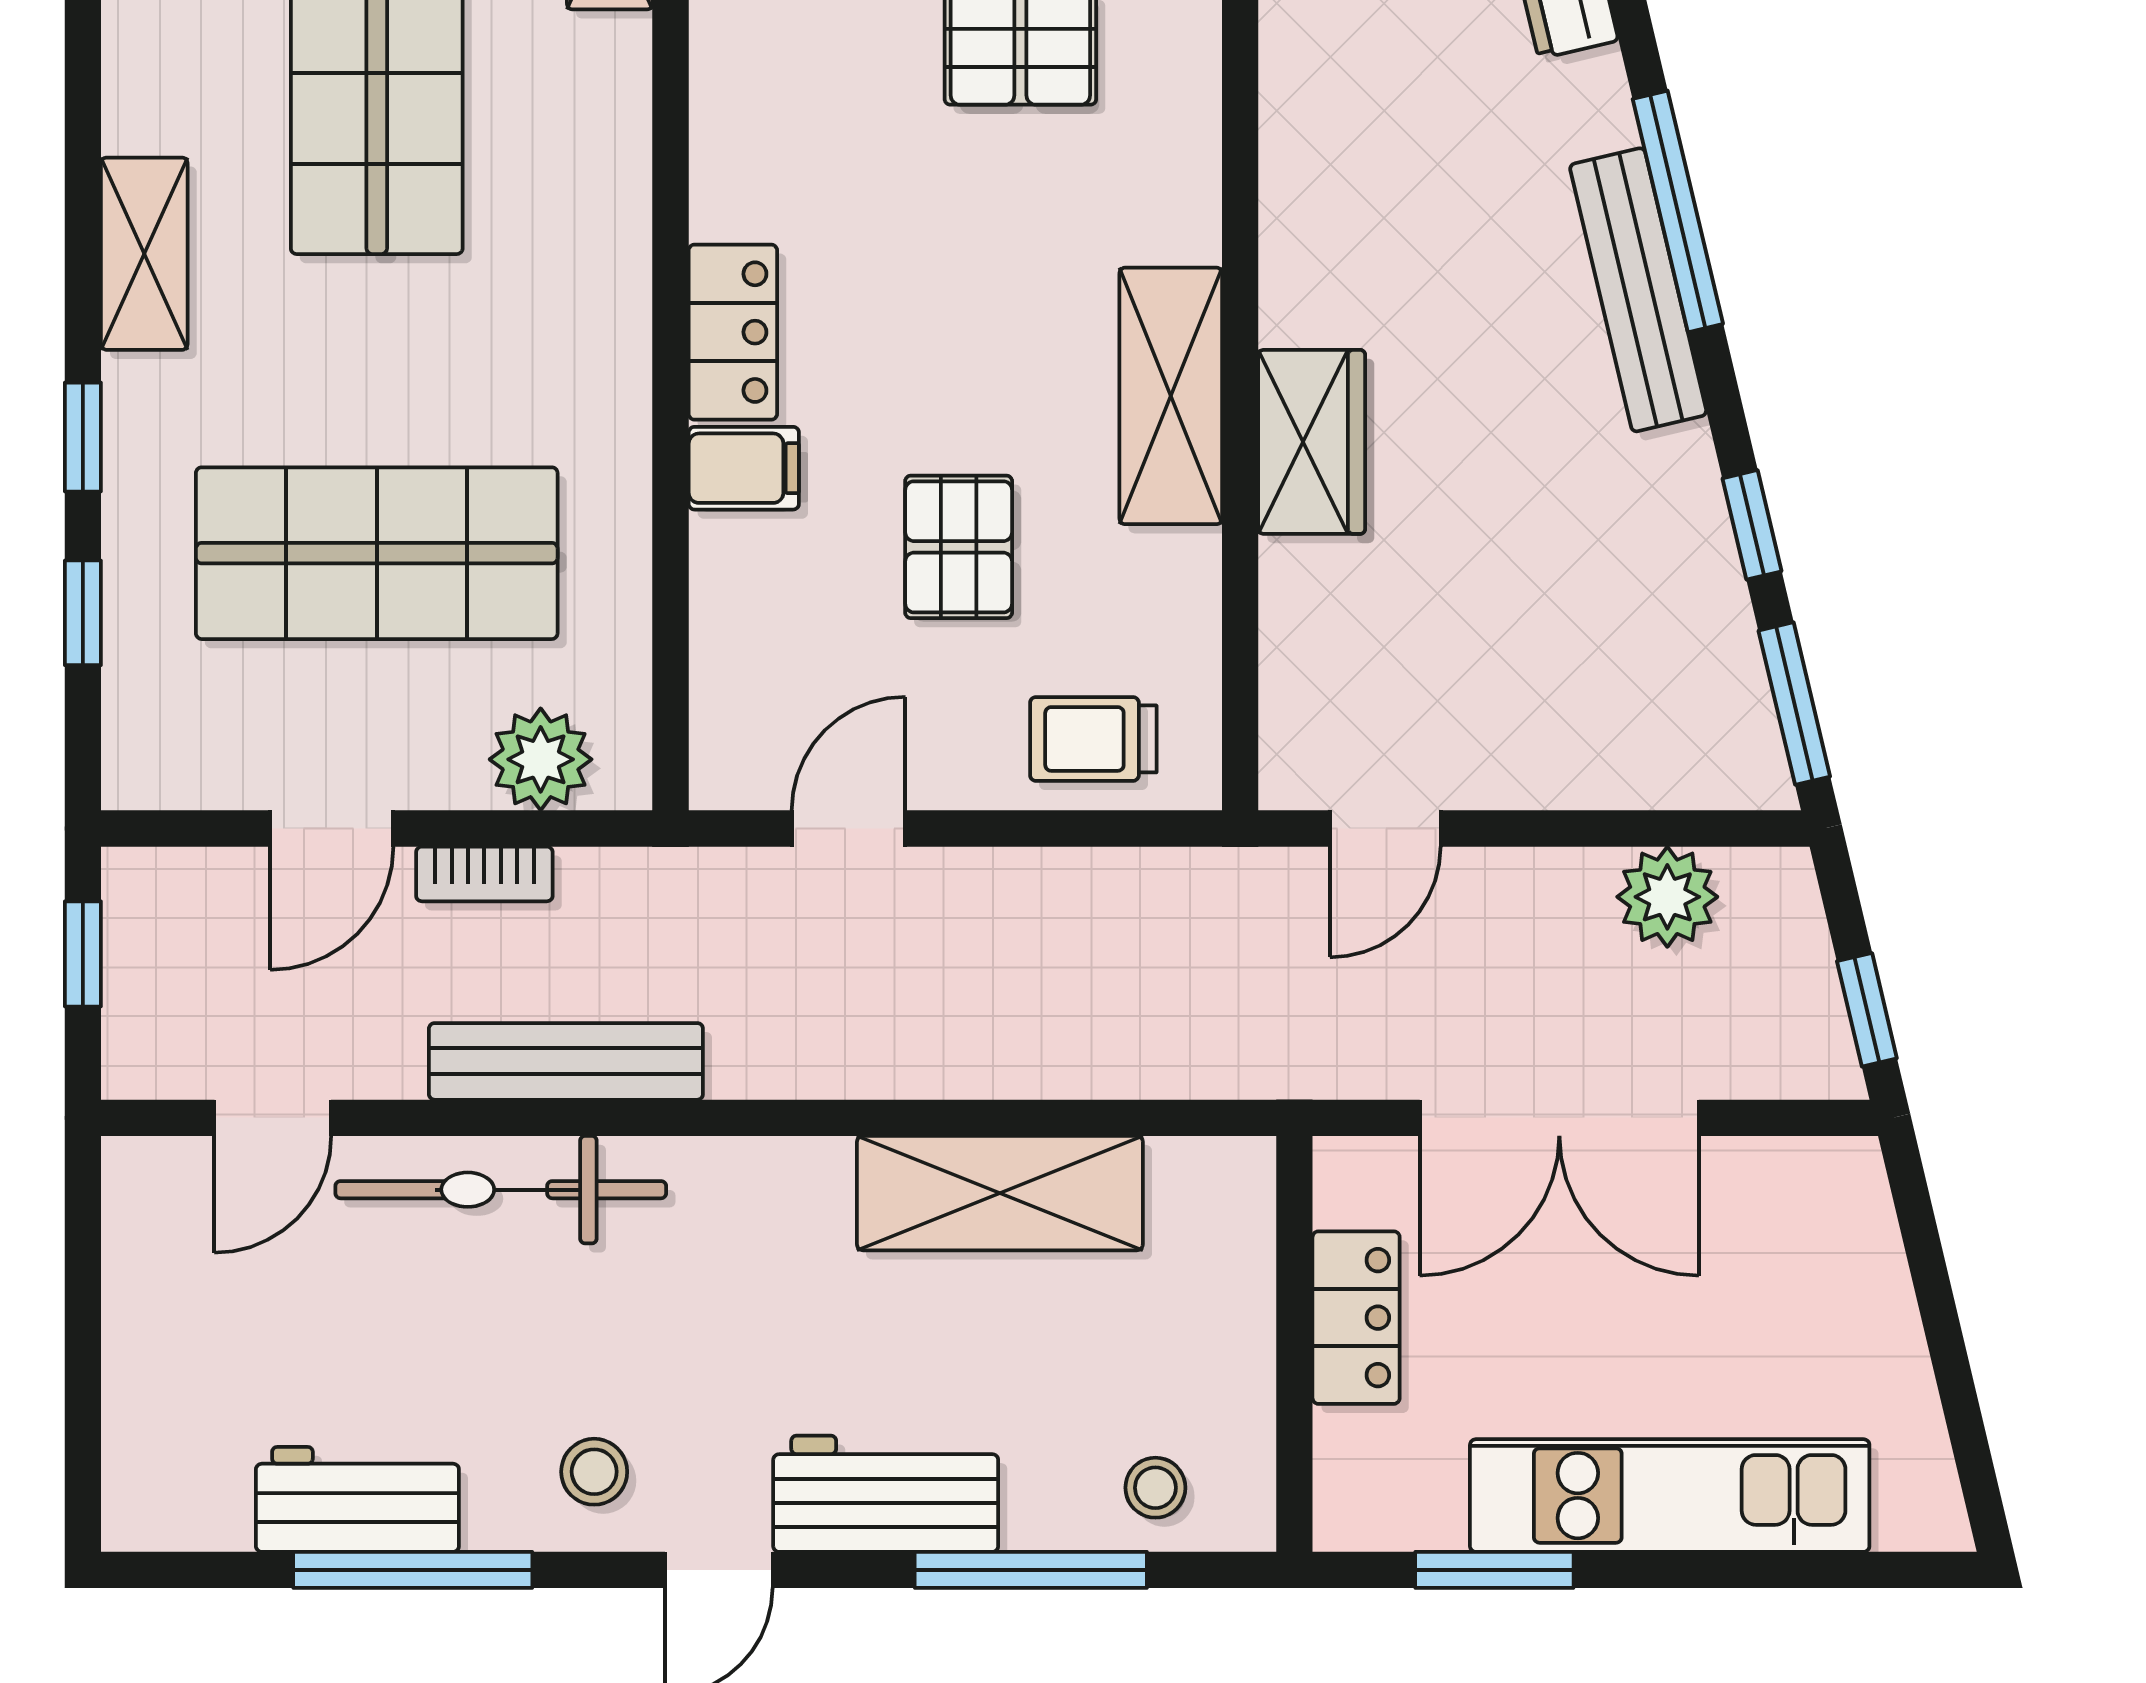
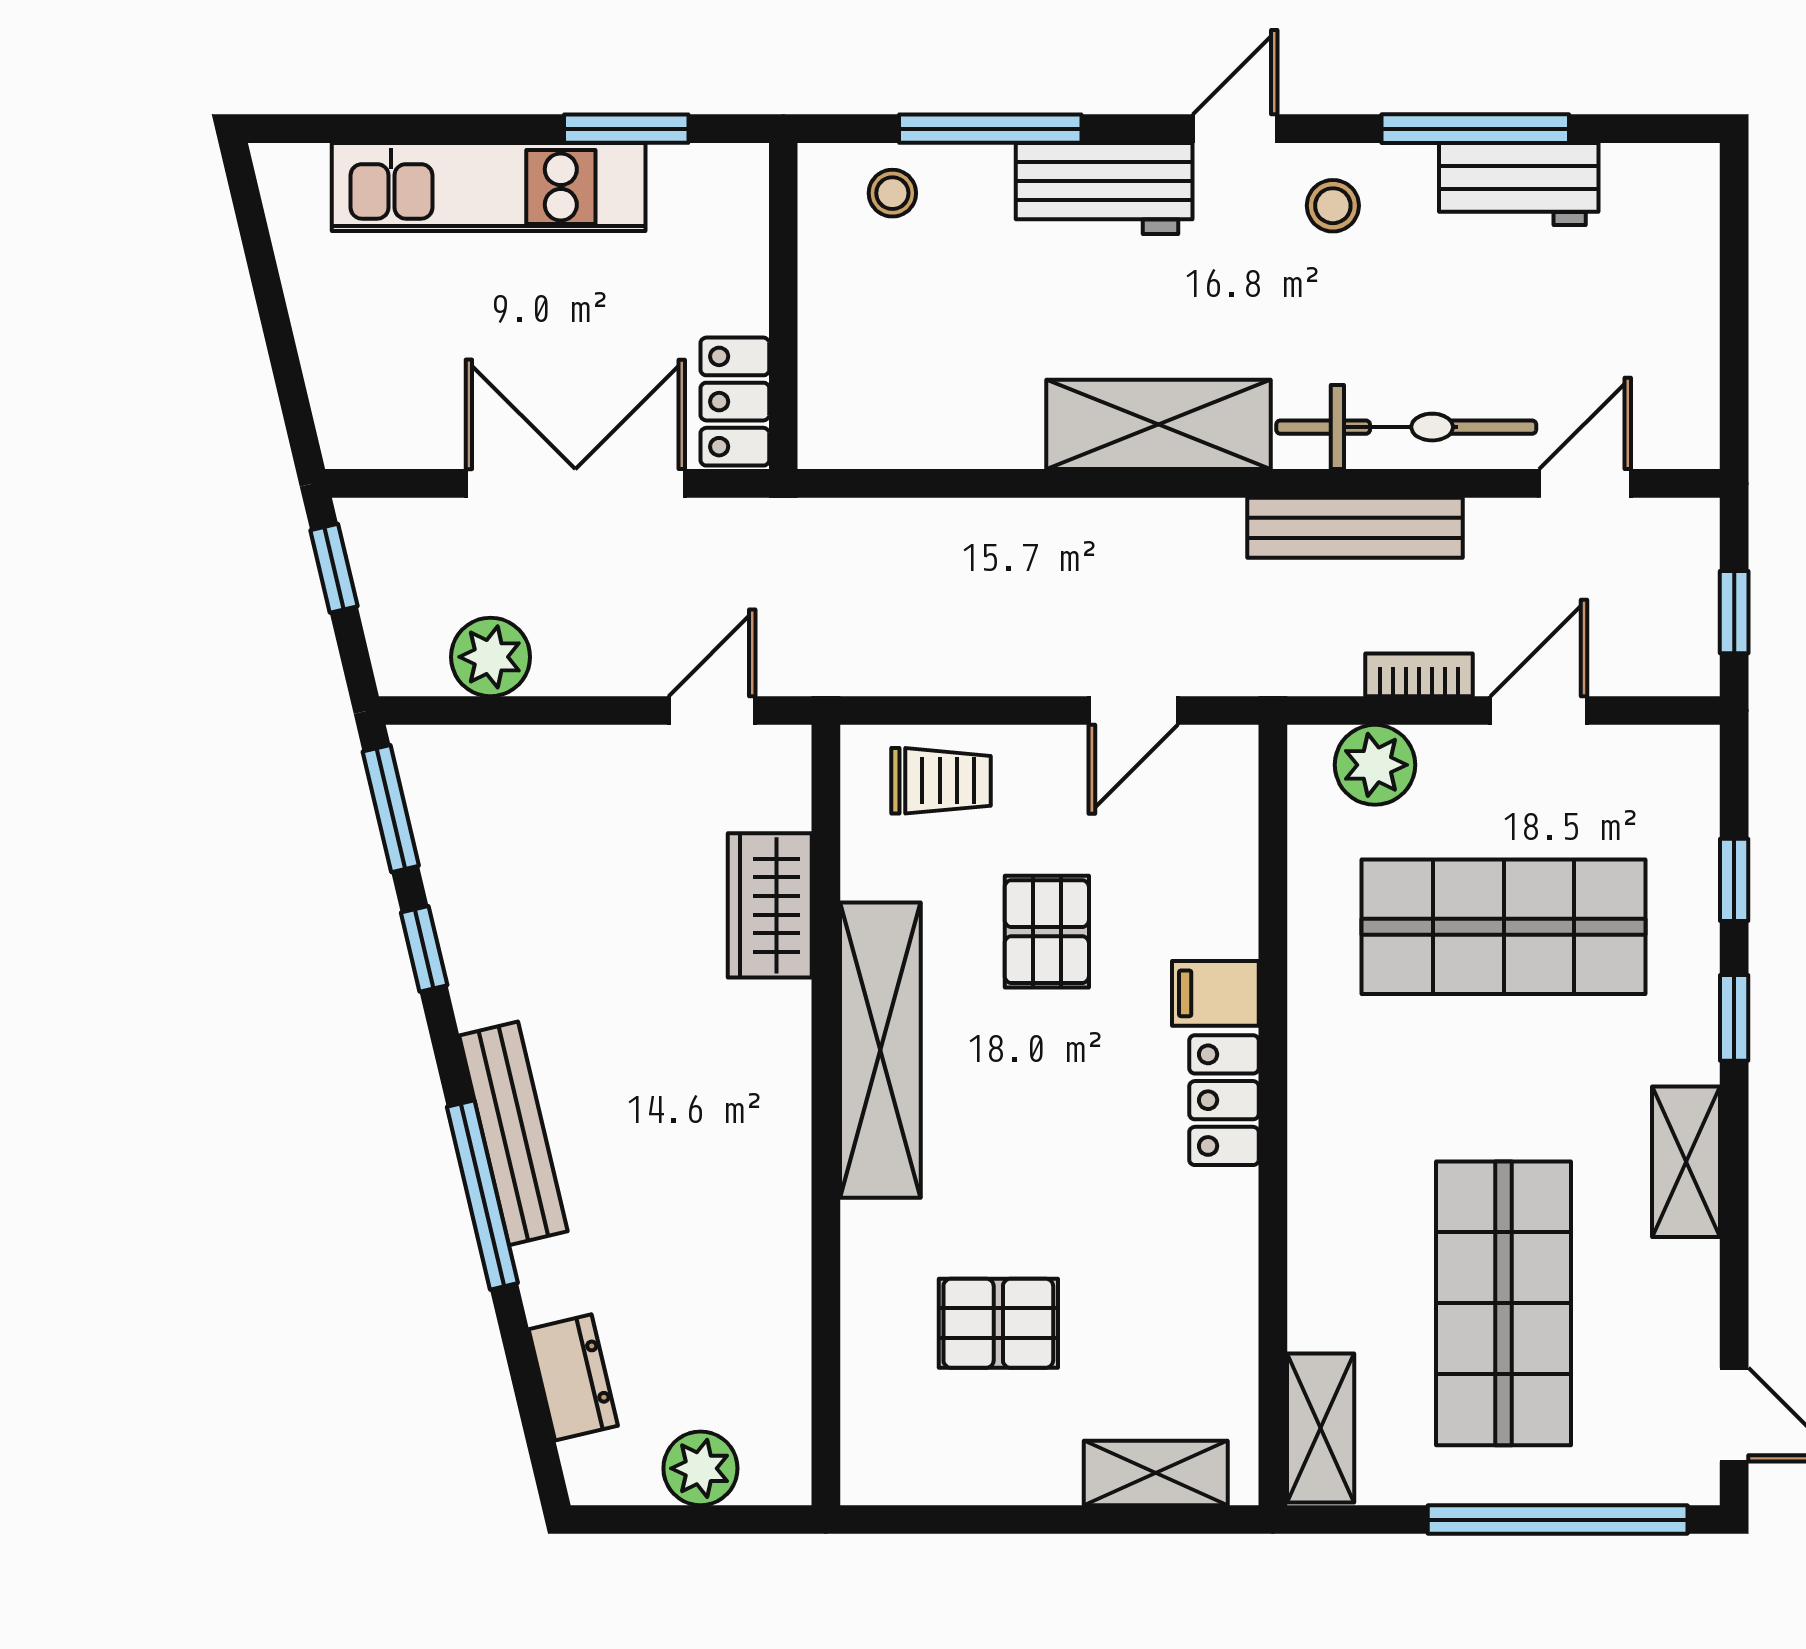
shelving: (1171, 396) -> (880, 1050), width x1.47
wardrobe: (1312, 442) -> (770, 905), moved
shelving: (1000, 1193) -> (1158, 424), moved
locker: (1356, 1318) -> (735, 402), moved

